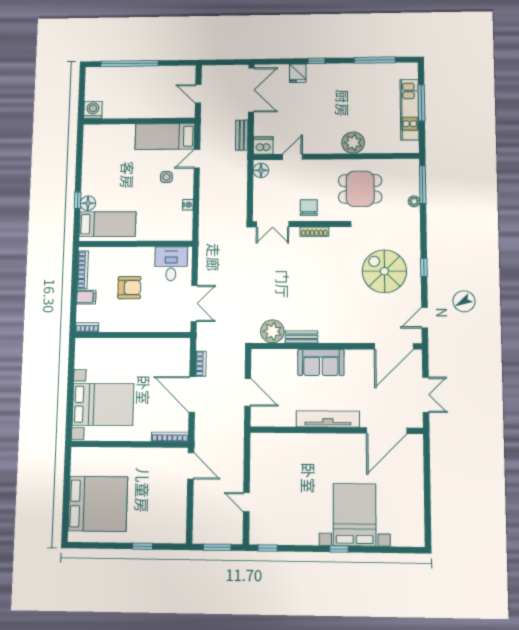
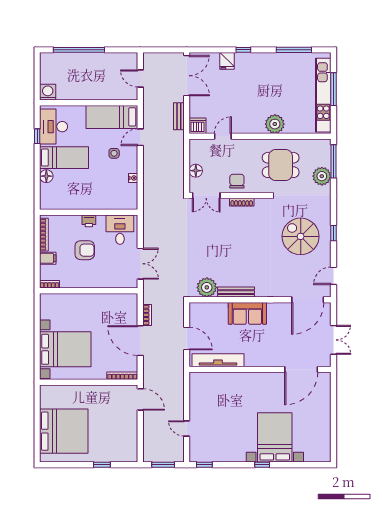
kitchen unit: (410, 110) -> (323, 95), width x1.36
desk: (98, 148) -> (54, 127), added
floor lamp: (261, 170) -> (196, 171), moved
window: (78, 200) -> (37, 136), moved
plant: (414, 201) -> (322, 176), width x1.88, depth x1.88
bed: (108, 224) -> (64, 158), moved
printer: (135, 254) -> (89, 221), added
bench: (301, 337) -> (236, 292), width x1.36
tv unit: (328, 419) -> (218, 360), moved

